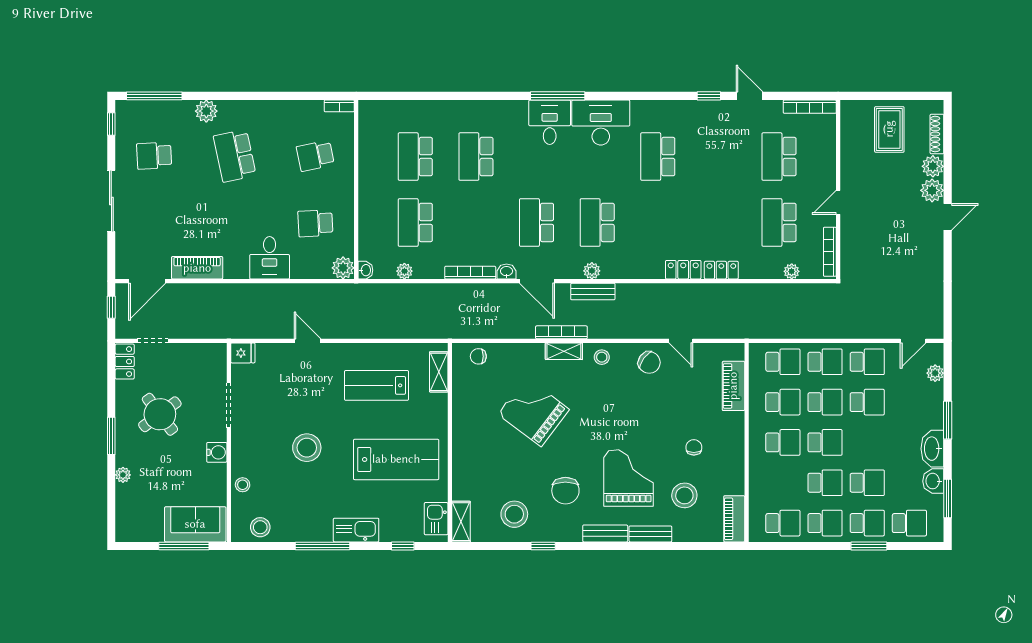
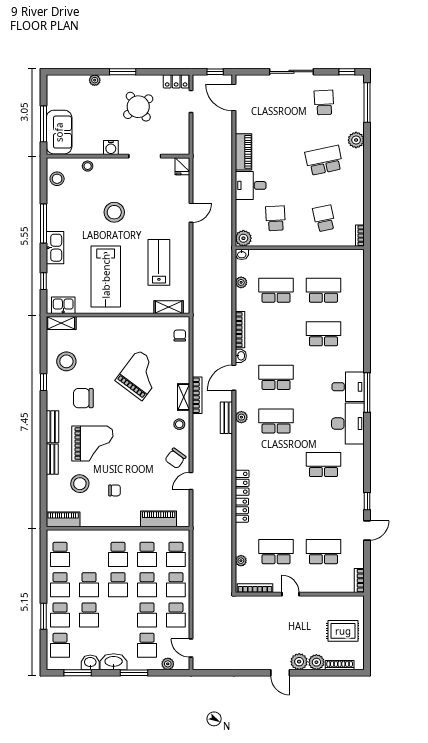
bookcase: (810, 107) -> (359, 581), width x0.64
piano: (197, 268) -> (244, 152), moved
school desk: (909, 402) -> (147, 645), added

